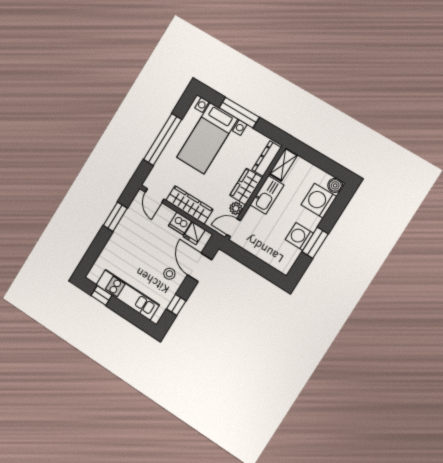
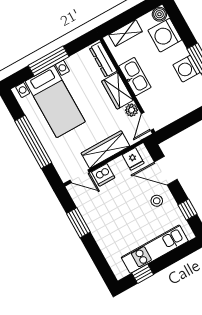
shelving: (283, 164) -> (126, 33), moved, turned 90
dishwasher: (180, 223) -> (103, 175), moved

